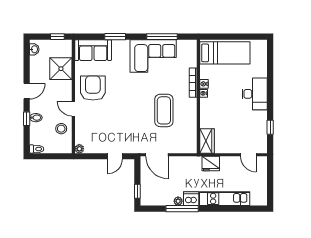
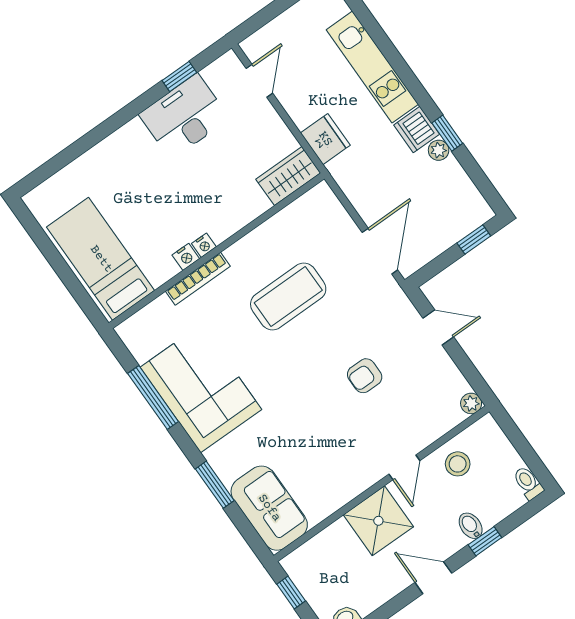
shower: (61, 69) -> (378, 521), moved
armchair: (93, 88) -> (365, 376), moved, width x0.53, depth x0.53
desk: (255, 94) -> (184, 116), moved
window: (182, 209) -> (447, 133), width x0.46

